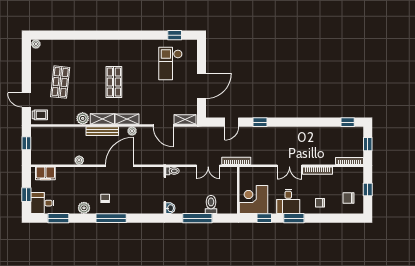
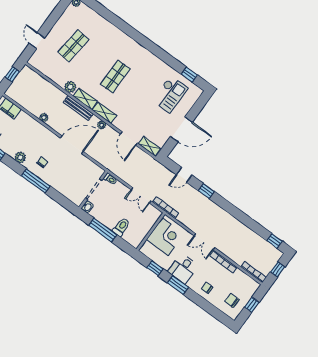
checkout: (170, 64) -> (170, 94), turned 180
trolley: (40, 115) -> (39, 60), removed
corner desk: (254, 200) -> (165, 237), moved, turned 90

